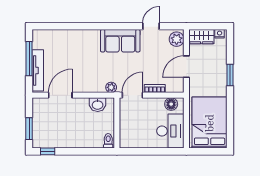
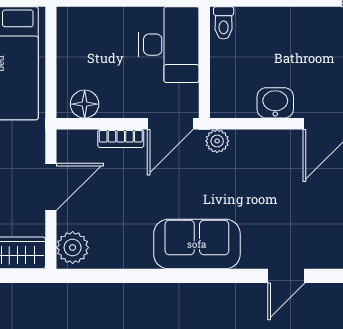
door: (151, 26) -> (286, 276), moved
washbasin: (98, 105) -> (275, 103), moved
desk: (170, 131) -> (169, 45), moved, turned 180

